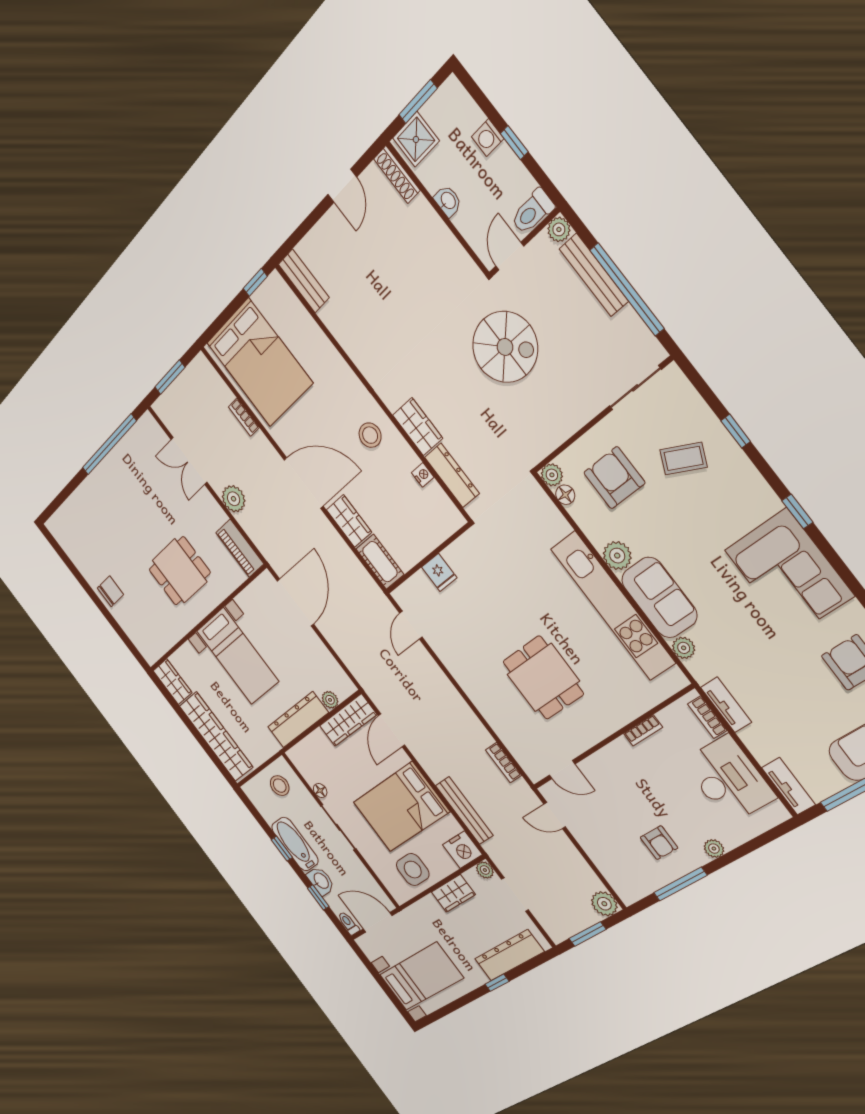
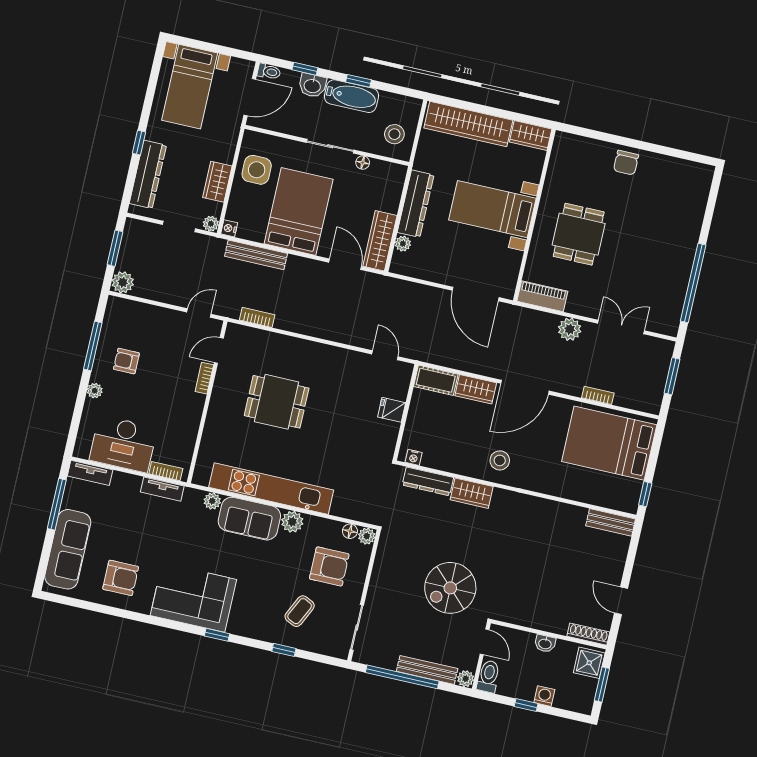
nightstand: (423, 475) -> (414, 457), moved
bookcase: (643, 730) -> (204, 378), moved
nightstand: (462, 850) -> (229, 228), width x0.53, depth x0.56

